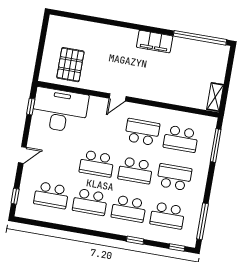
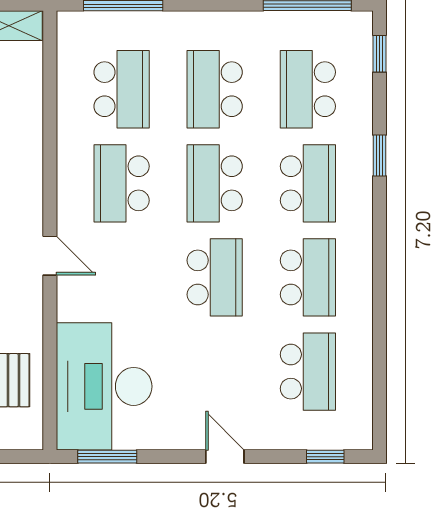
window: (31, 107) -> (107, 457), width x1.50
school desk: (135, 170) -> (215, 183), turned 180
school desk: (167, 215) -> (308, 89), turned 180

